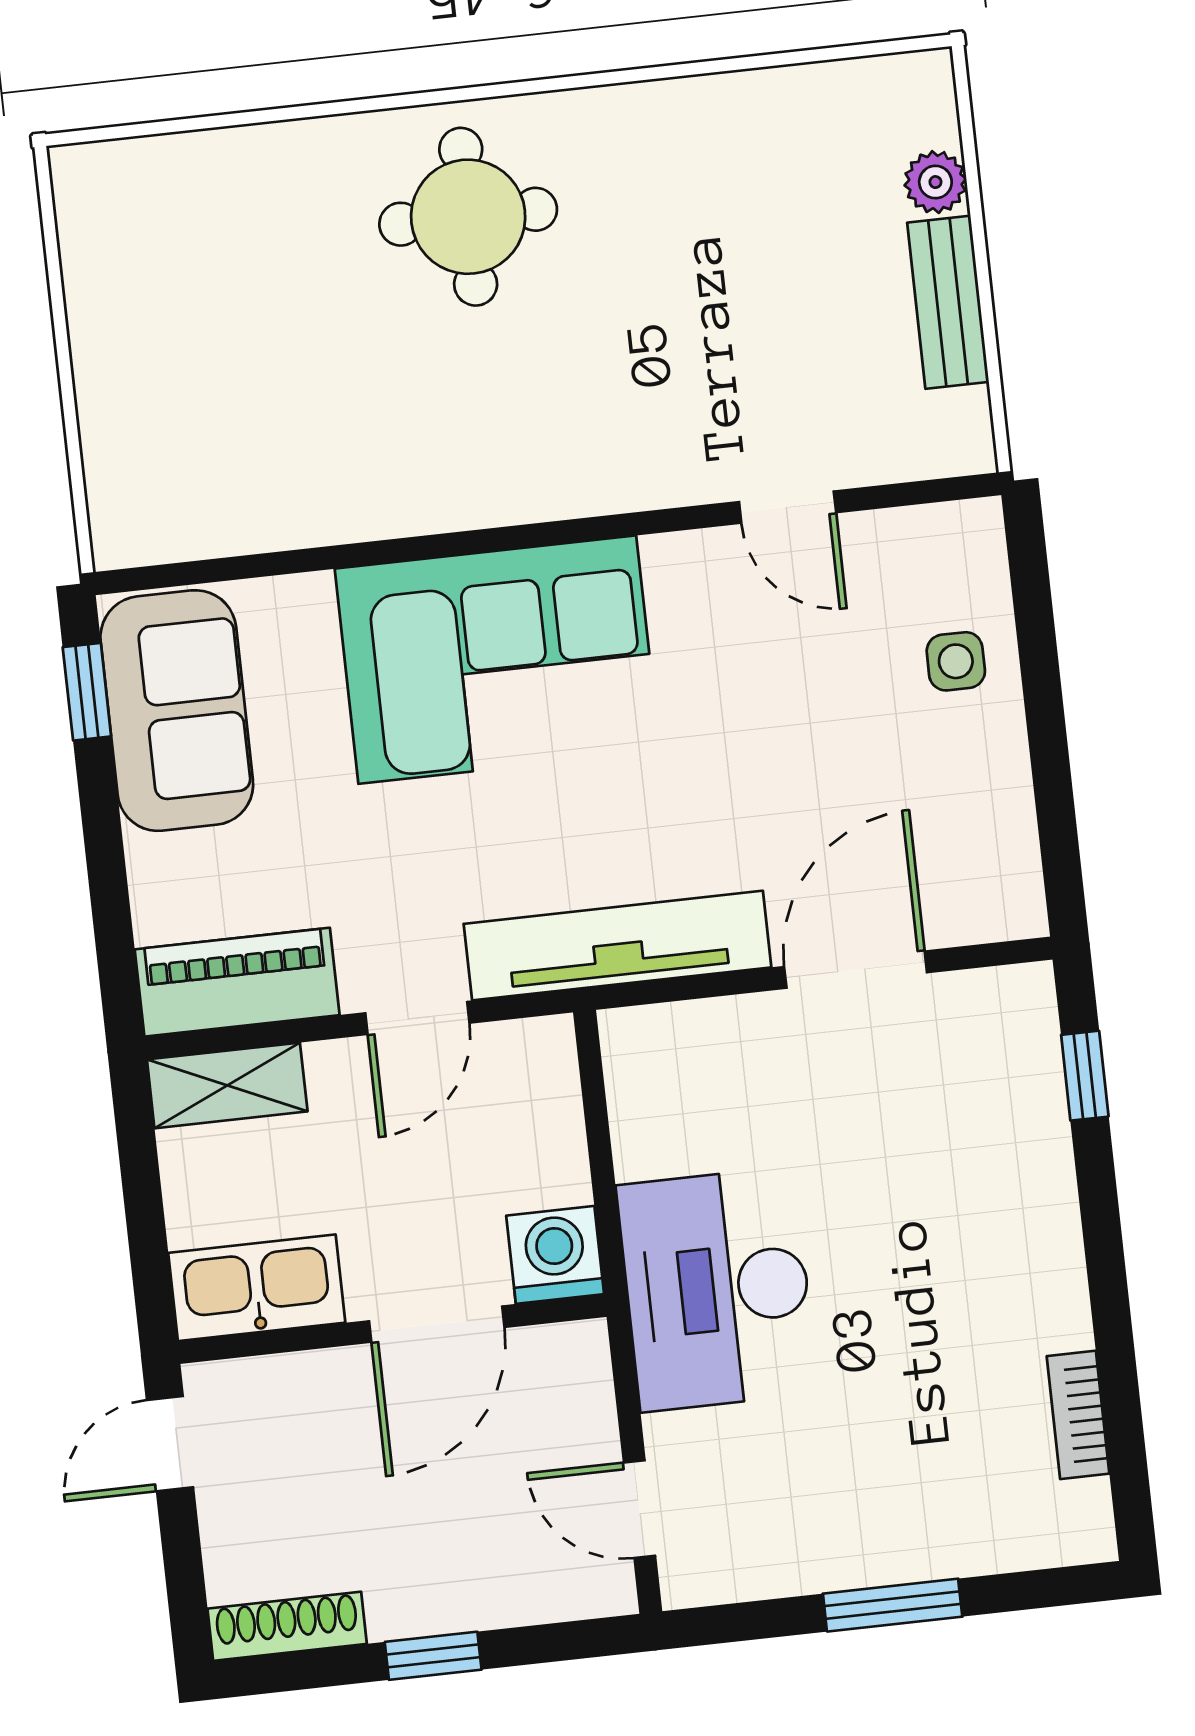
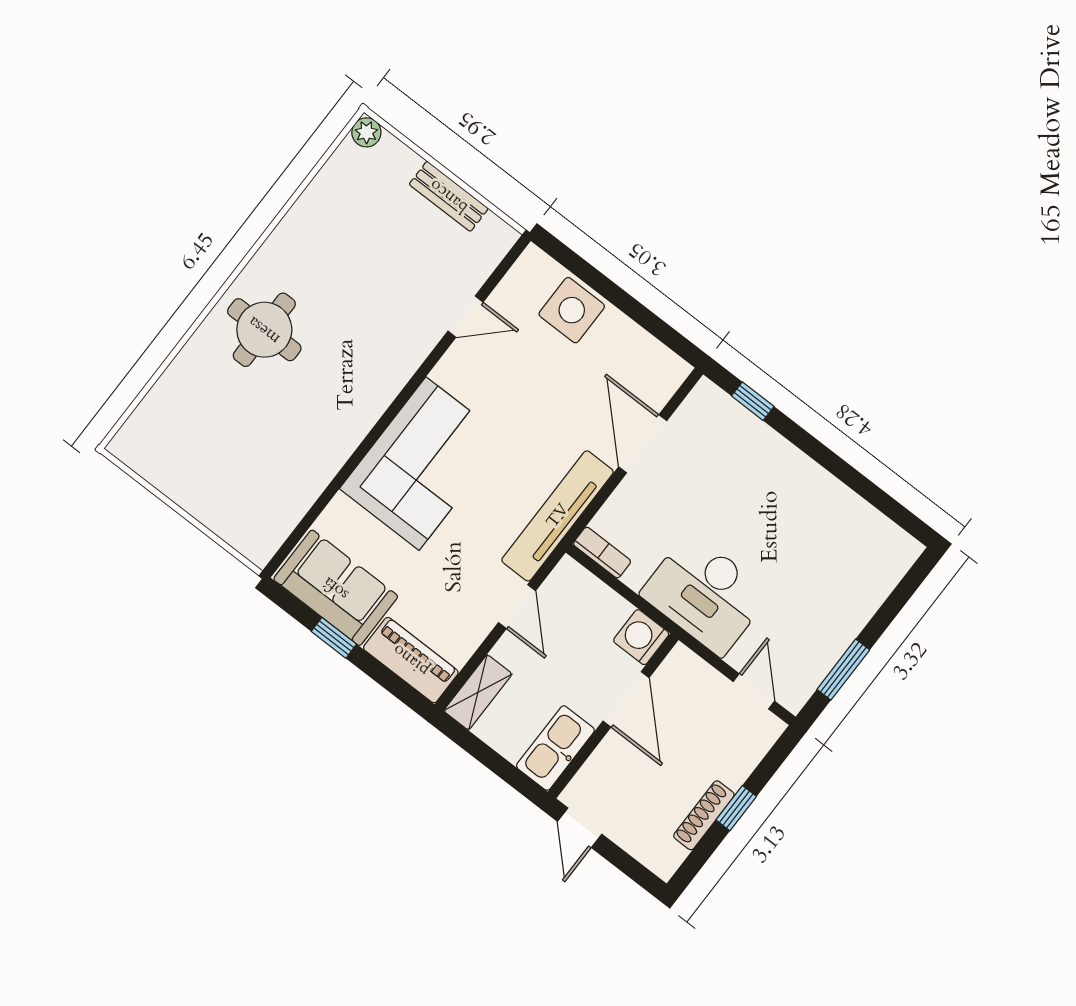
plant: (935, 182) -> (366, 132), moved
side table: (956, 661) -> (572, 310), width x1.87, depth x1.87
window: (87, 692) -> (334, 638), moved
piano: (237, 982) -> (411, 660), moved, turned 90
bookcase: (1078, 1415) -> (602, 553), moved, turned 180
door: (639, 1509) -> (754, 691), swing flipped
window: (893, 1605) -> (843, 670), moved
shoe rack: (287, 1626) -> (704, 815), moved

